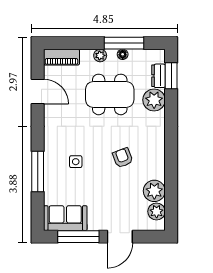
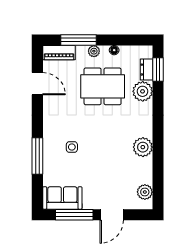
window: (124, 43) -> (78, 40), moved
armchair: (123, 158) -> (114, 143), removed
plant: (154, 191) -> (143, 147), moved

